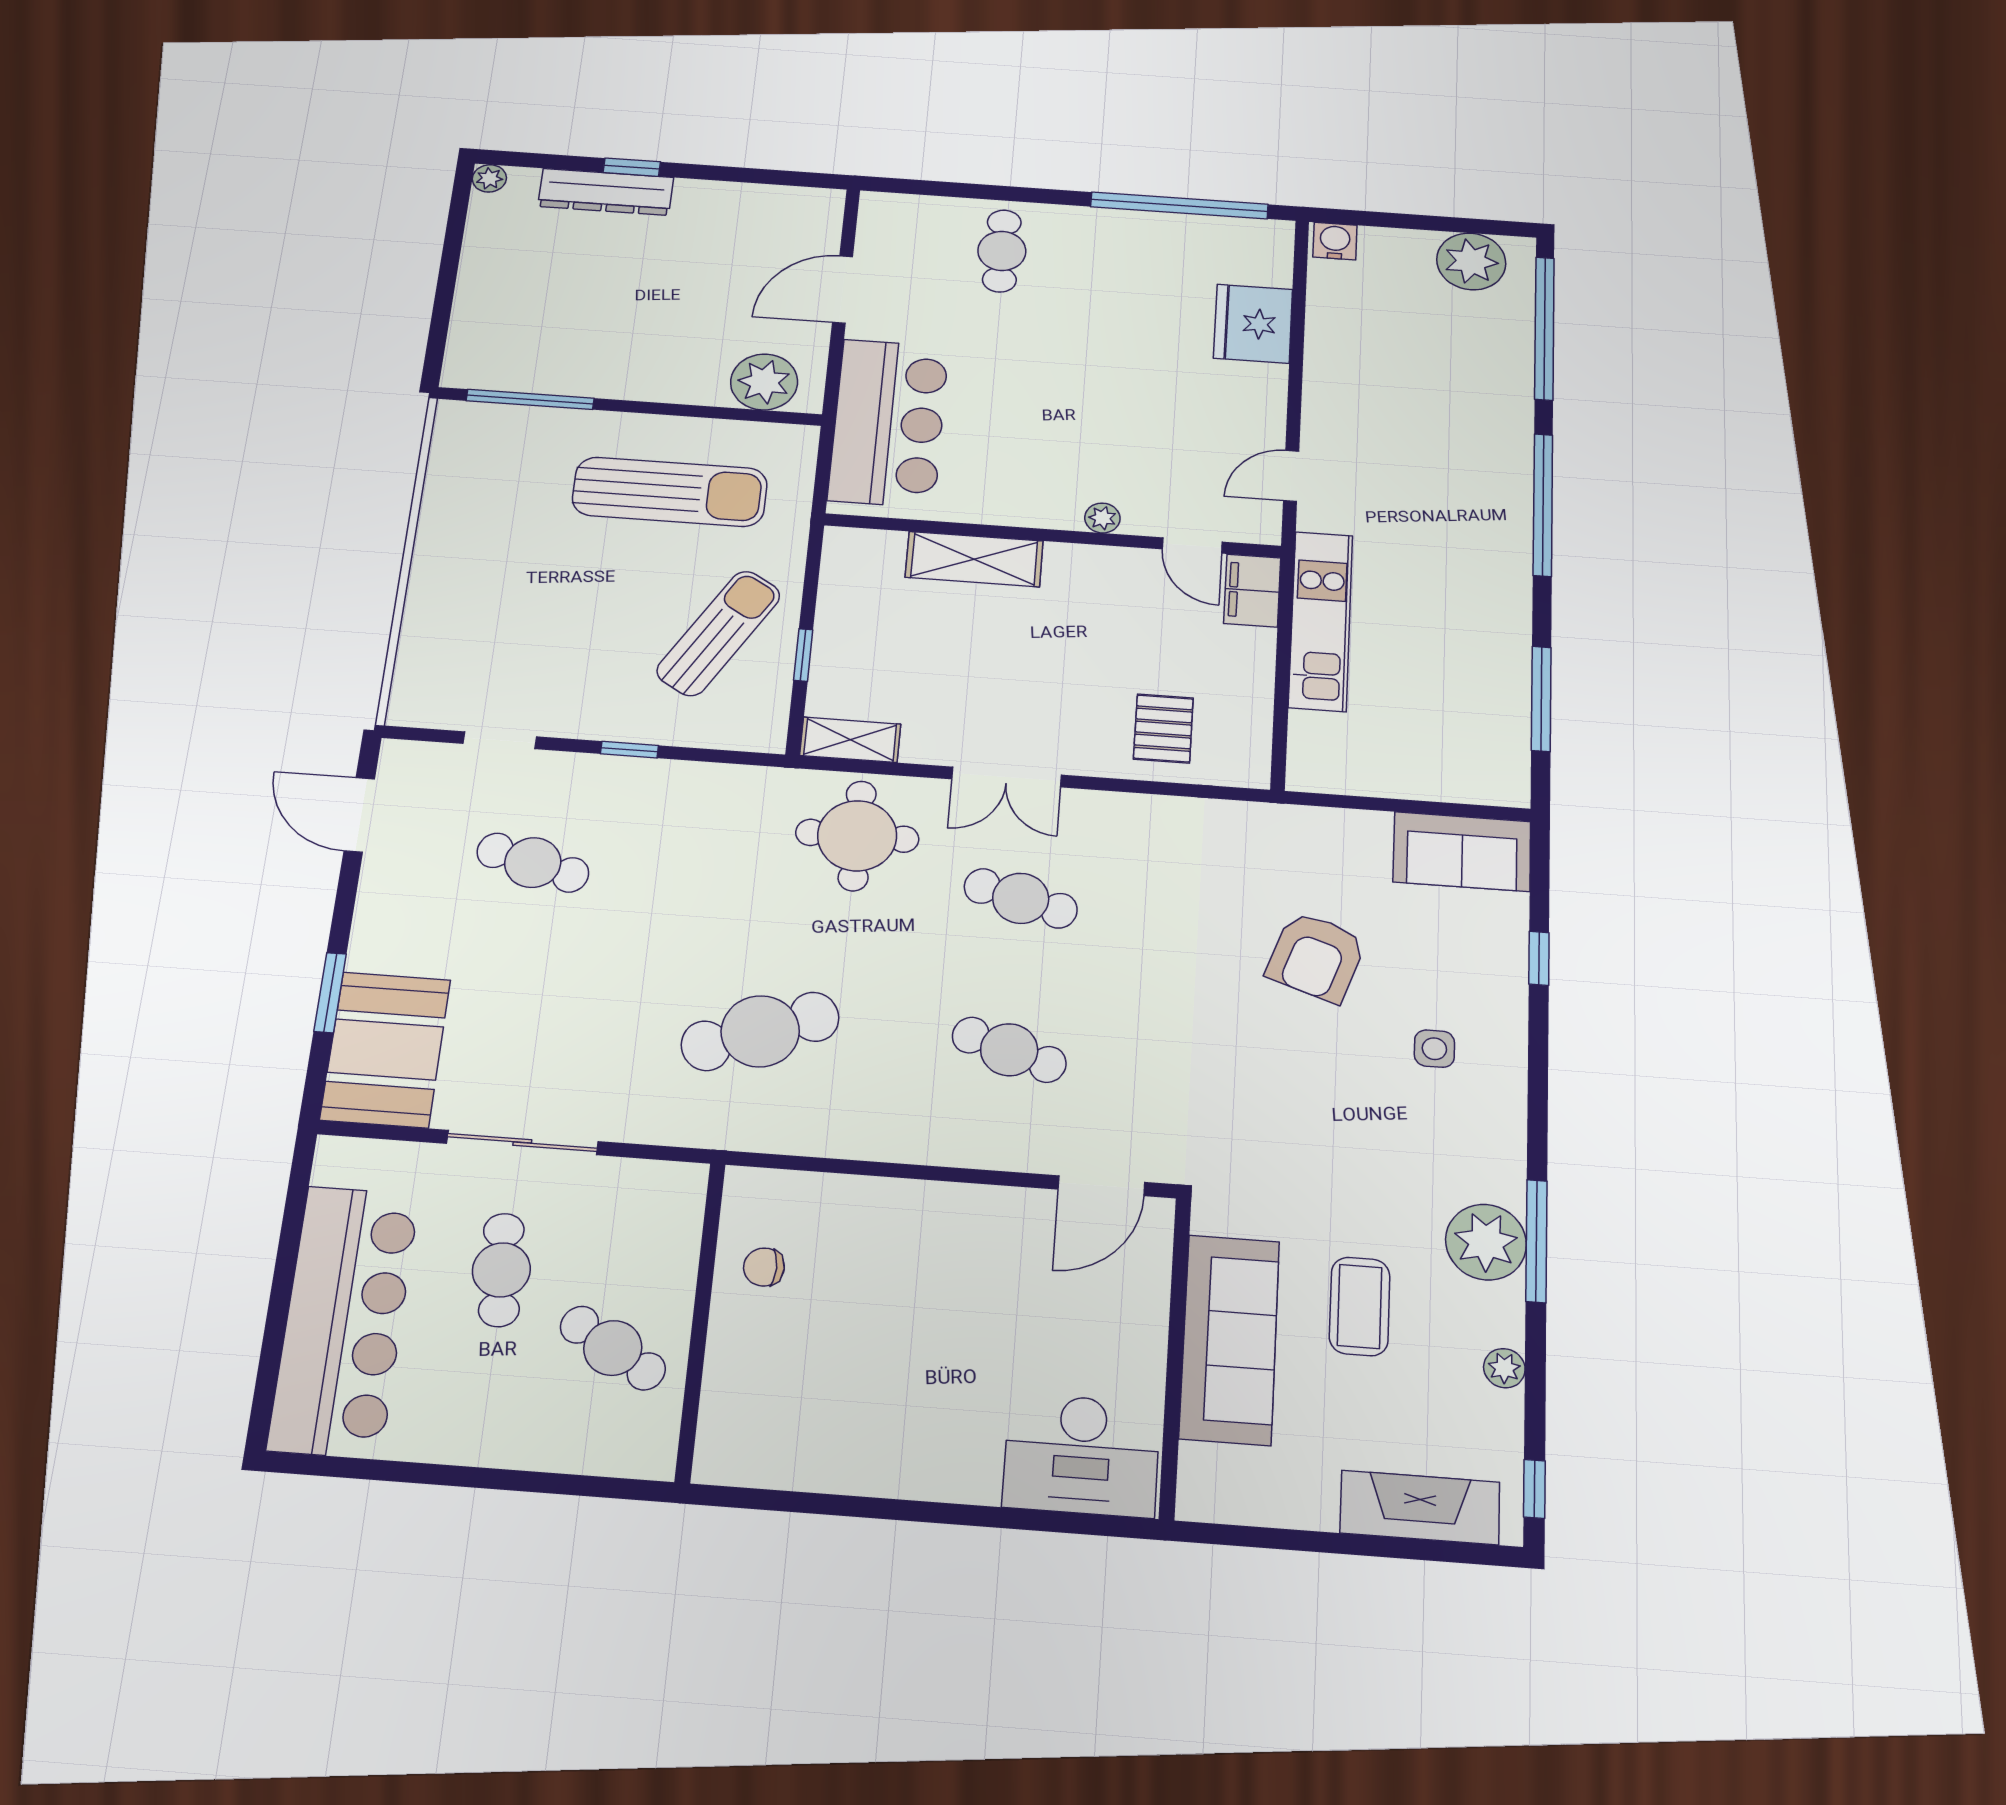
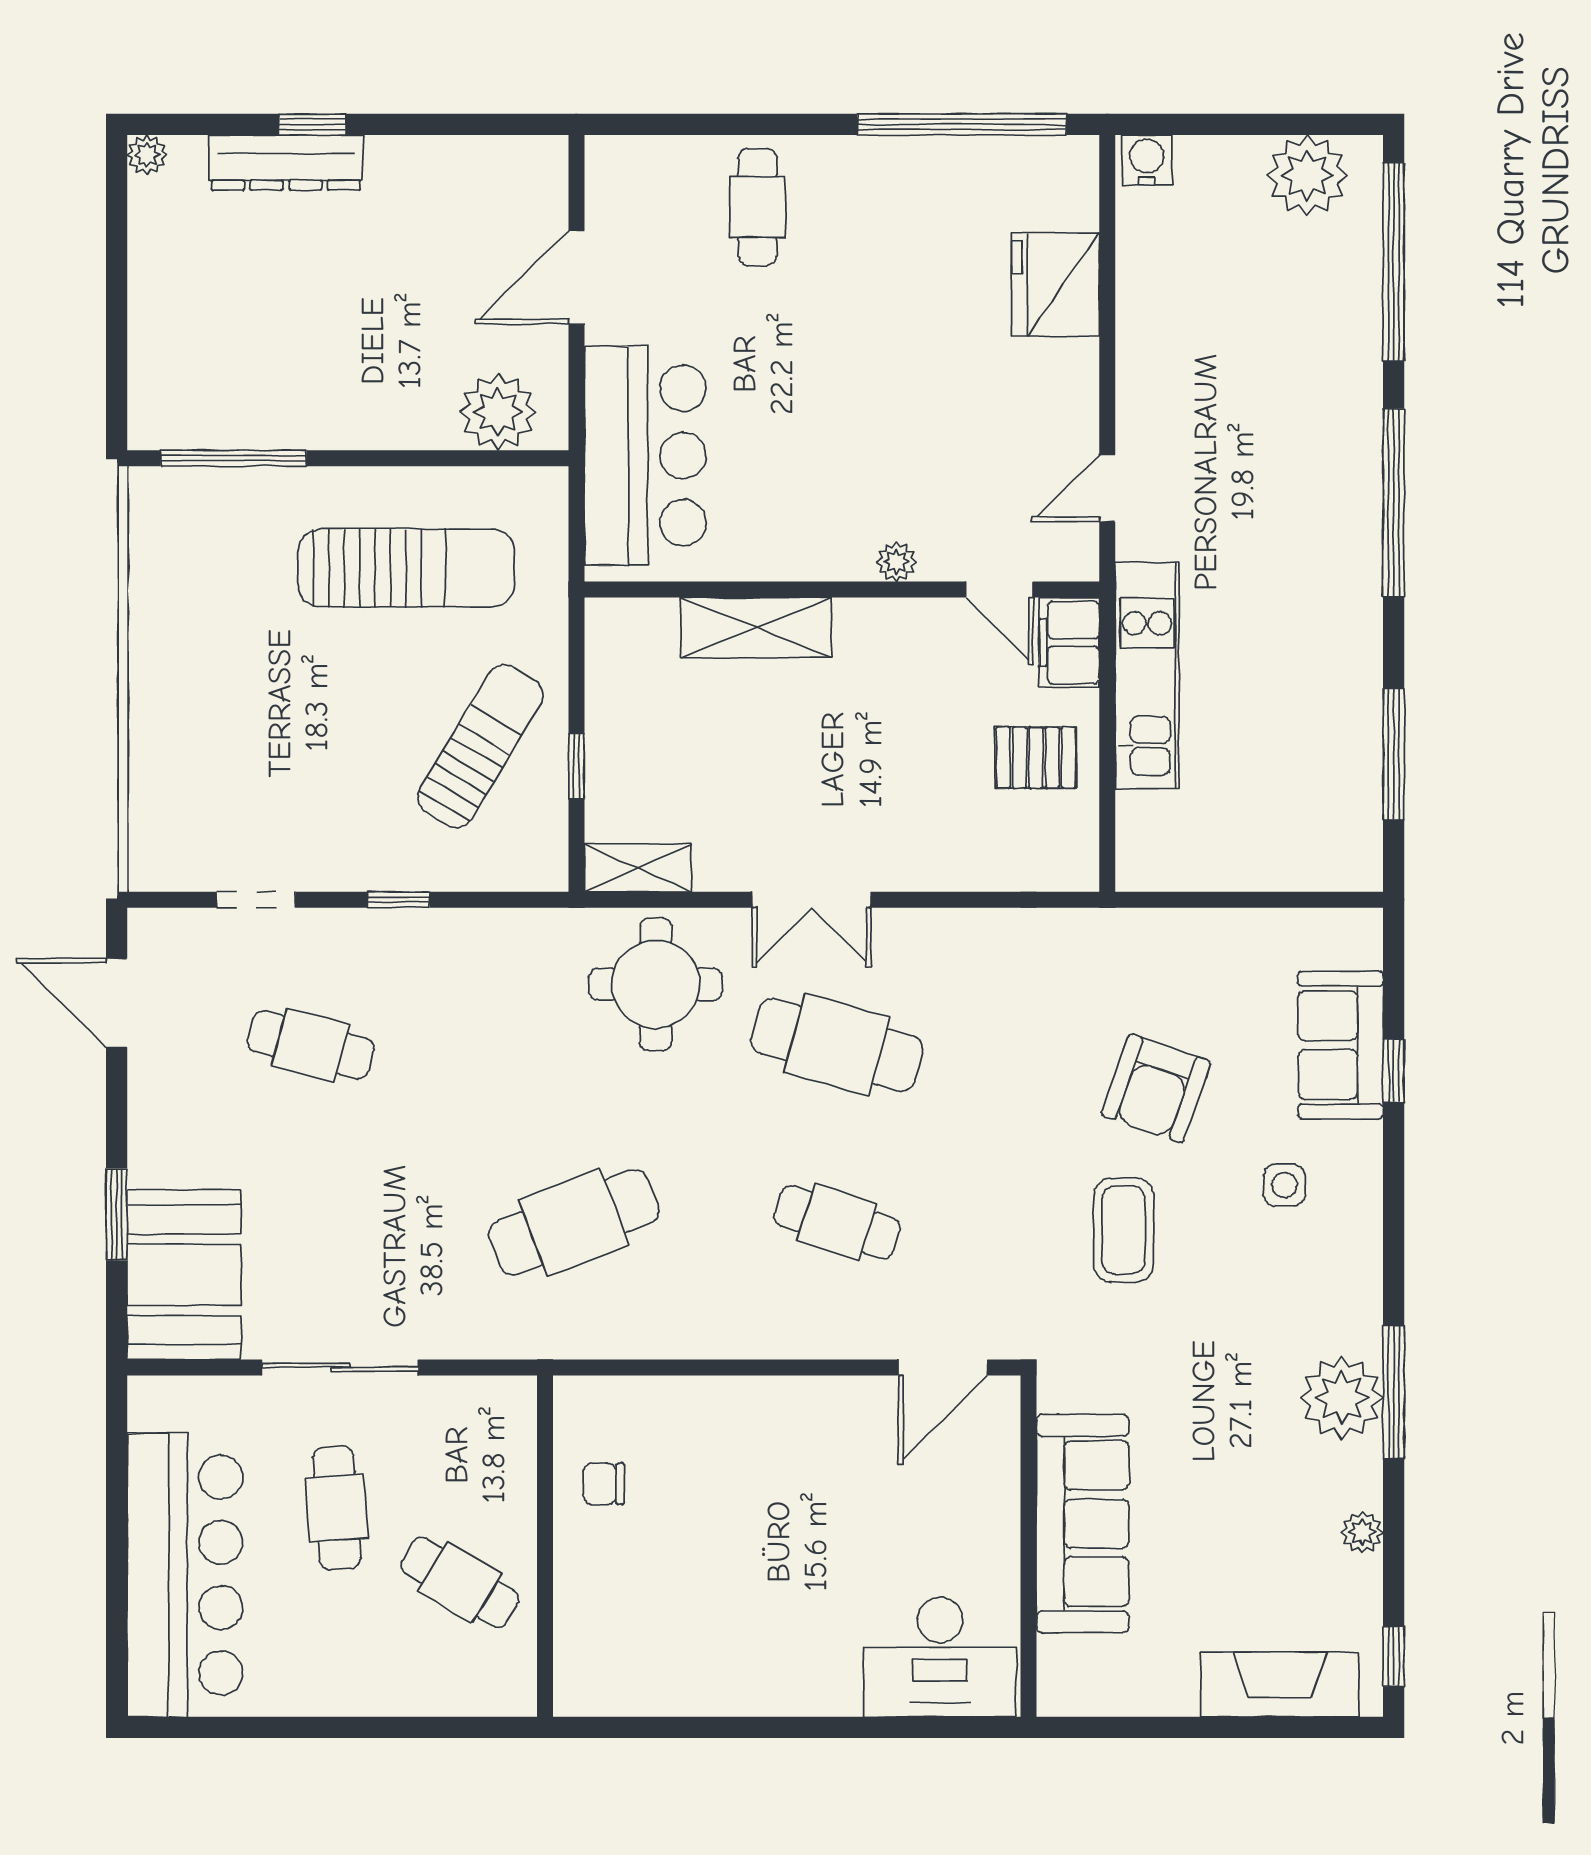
pallet: (1163, 728) -> (1036, 758), moved, turned 90
sofa: (1462, 852) -> (1341, 1045), moved, turned 90
cafe table: (1021, 898) -> (837, 1045), width x1.37, depth x1.35
coffee table: (1360, 1306) -> (1124, 1230), moved

